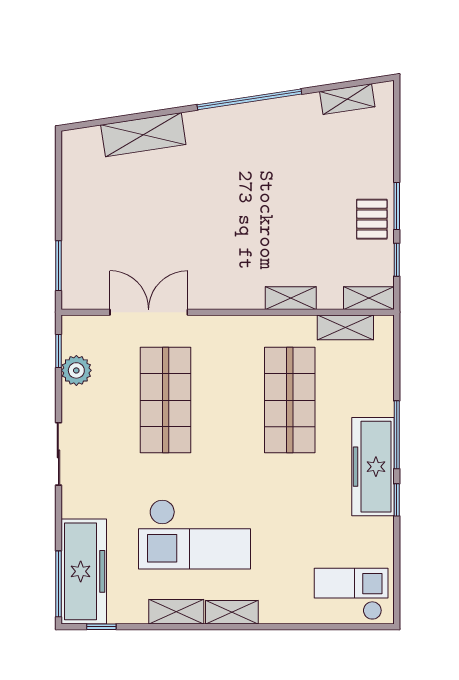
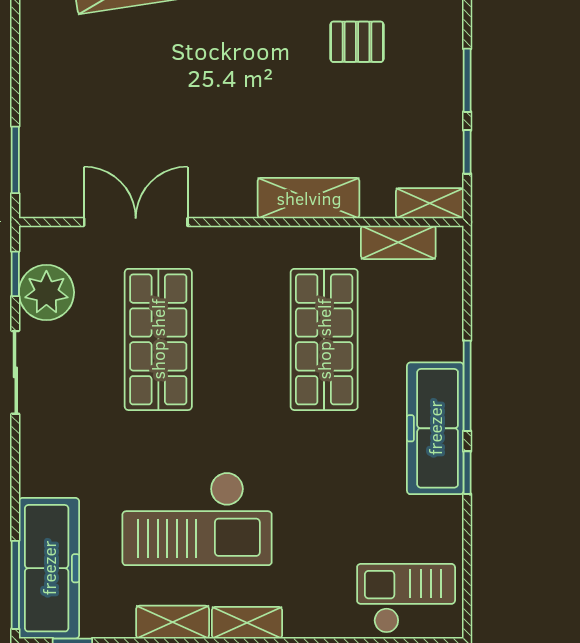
pallet: (372, 219) -> (357, 42), moved, turned 90
shelving: (291, 298) -> (309, 198), width x1.50, depth x1.33
plant: (76, 370) -> (46, 292), width x1.36, depth x1.36
sliding door: (58, 454) -> (15, 372), moved

